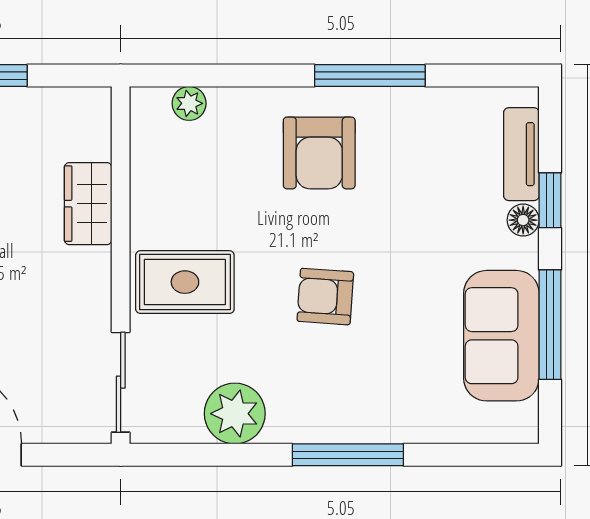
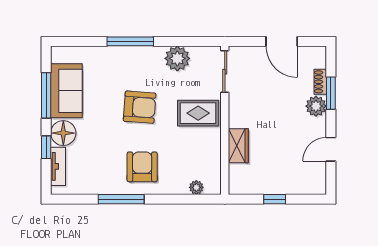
floor lamp: (523, 220) -> (63, 133), width x1.89, depth x1.89
armchair: (325, 297) -> (140, 107), width x1.38, depth x1.38

